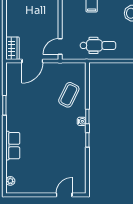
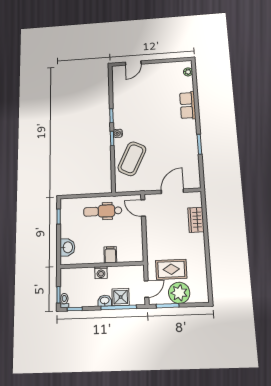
door: (60, 46) -> (143, 208), swing flipped
wardrobe: (12, 48) -> (196, 220), moved
coffee table: (69, 95) -> (132, 159), width x1.36, depth x1.32

